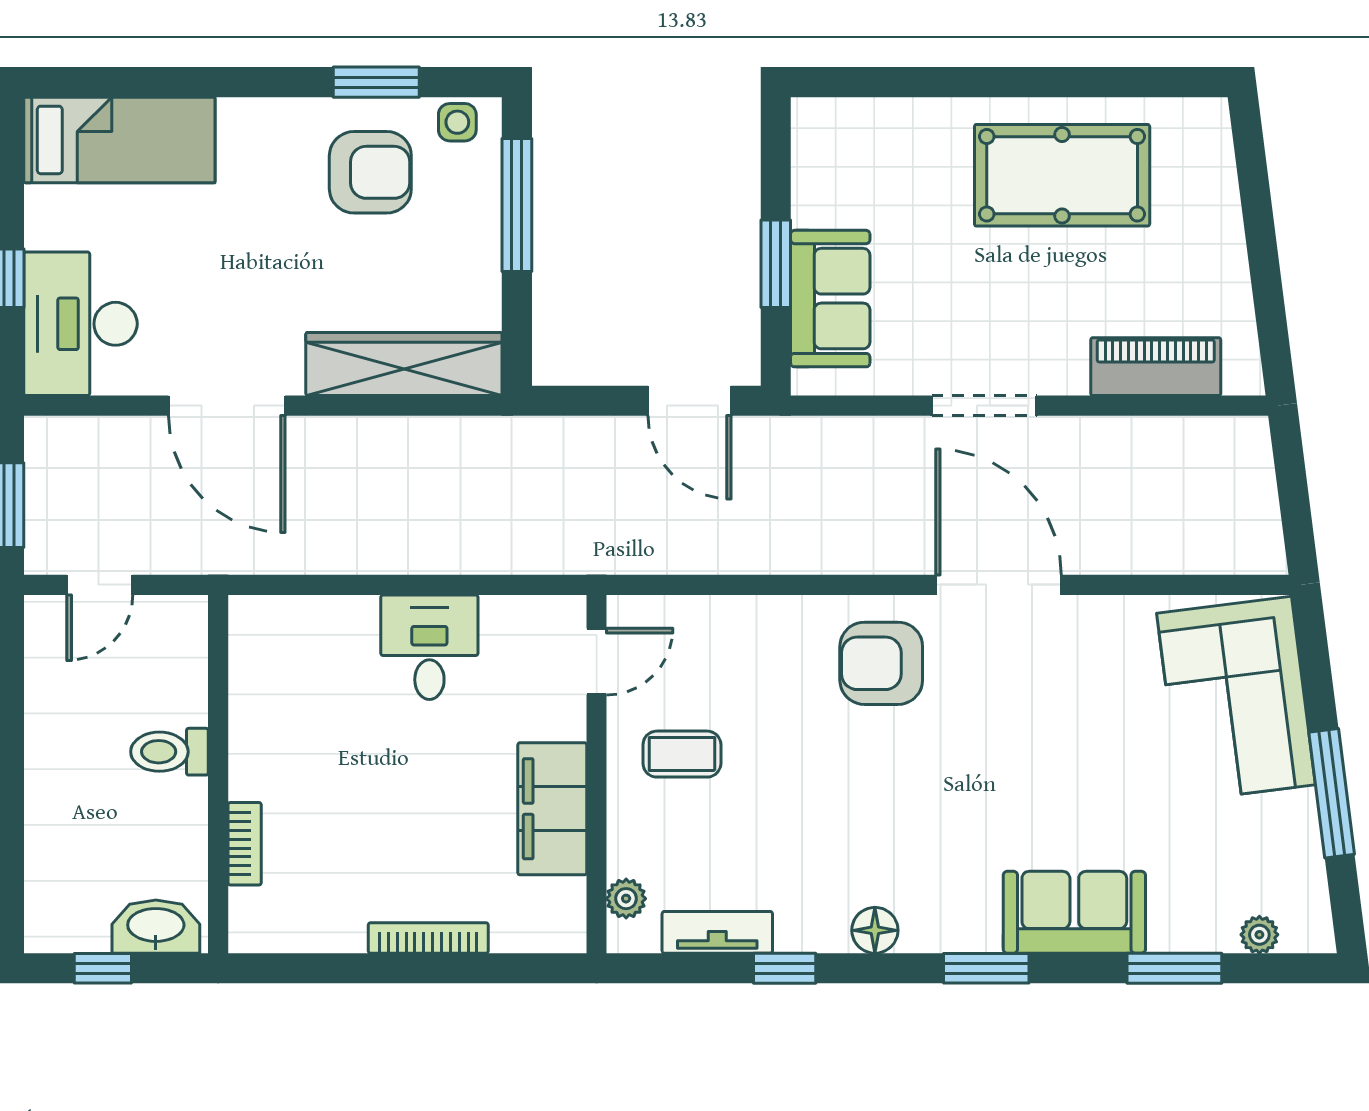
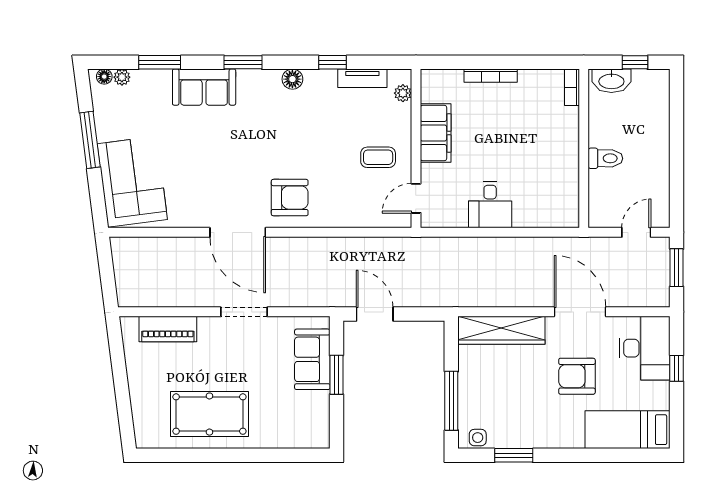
armchair: (370, 172) -> (577, 376), moved
bookcase: (245, 844) -> (572, 87), moved
floor lamp: (1299, 936) -> (104, 77), added

